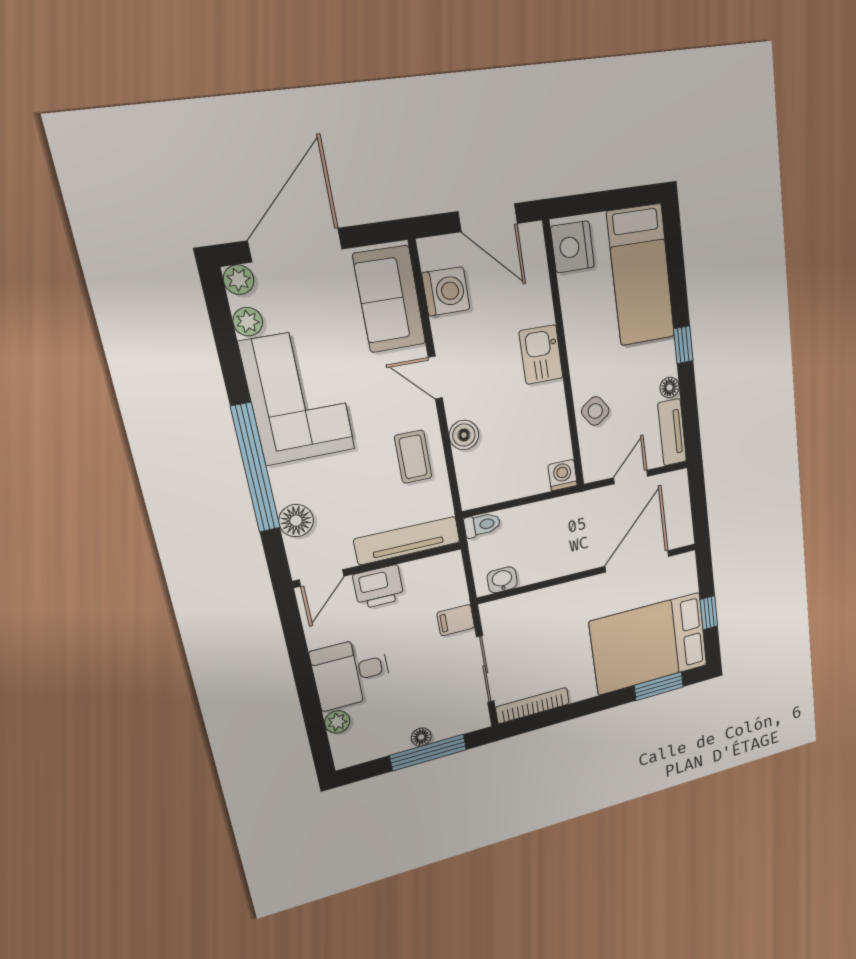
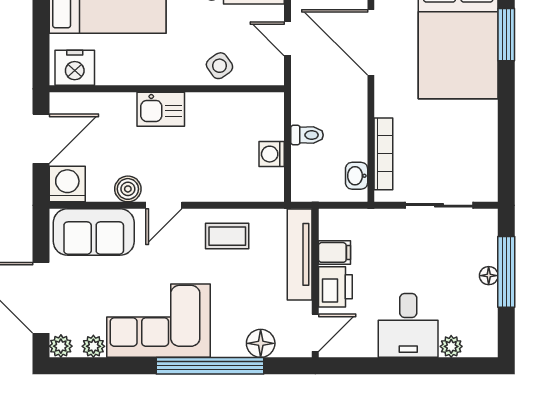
washing machine: (446, 291) -> (67, 184), moved
boiler: (464, 435) -> (128, 189), moved
washing machine: (563, 475) -> (272, 154), moved
toilet: (482, 525) -> (307, 135), moved, turned 90
door: (322, 578) -> (315, 333), hinge flipped
filing cabinet: (456, 620) -> (335, 252), moved, turned -90
bookcase: (533, 706) -> (383, 154), moved, turned 180

